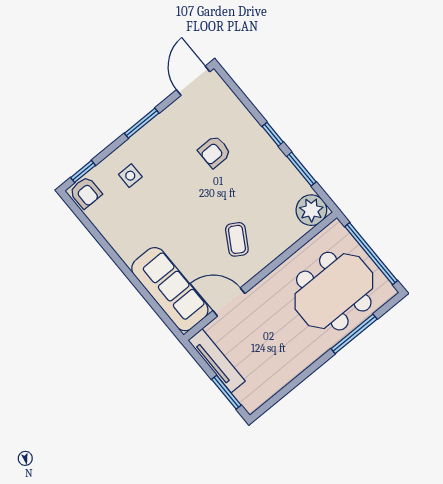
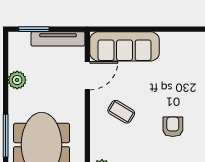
armchair: (215, 152) -> (173, 127), moved
plant: (290, 368) -> (17, 80), added

